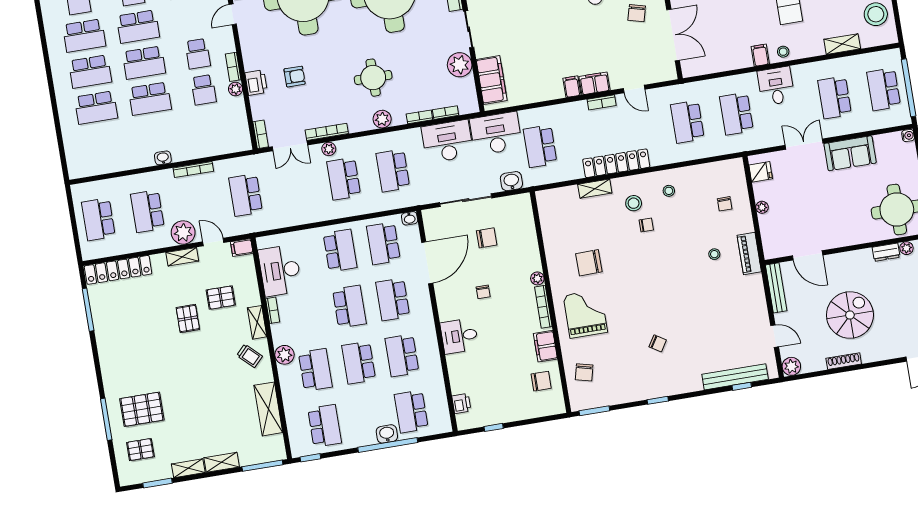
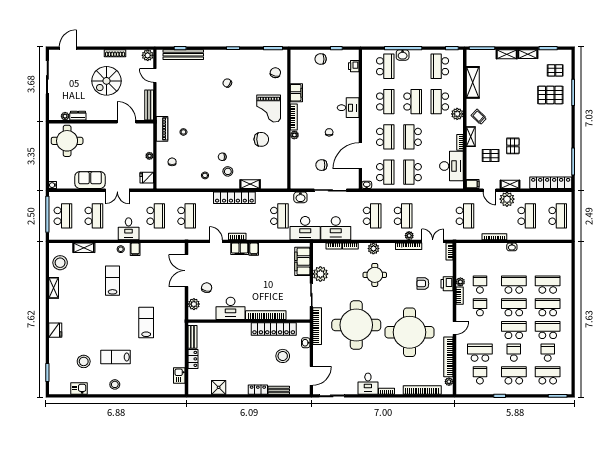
chair: (541, 381) -> (321, 59), moved

